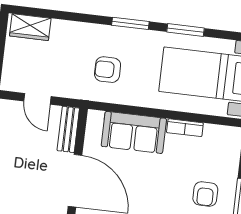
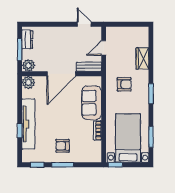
wardrobe: (30, 27) -> (142, 58), moved
window: (186, 30) -> (151, 137), moved
armchair: (108, 70) -> (124, 84), turned 90

